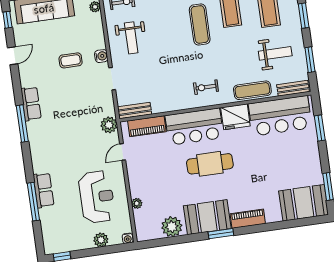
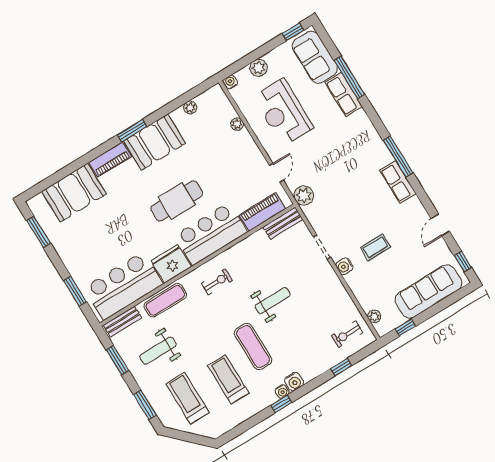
weight bench: (131, 38) -> (273, 301), moved, turned 90
booth: (304, 203) -> (74, 193), moved
plant: (172, 227) -> (190, 107), width x0.53, depth x0.53
sofa: (53, 229) -> (315, 57), added

